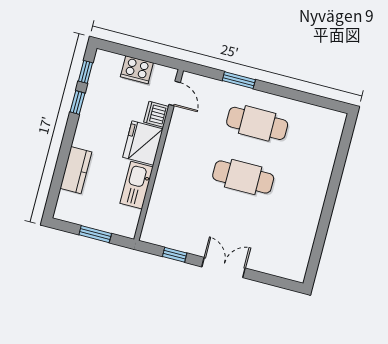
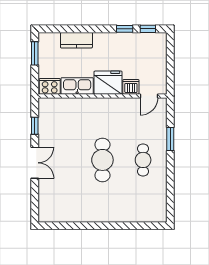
cooker: (137, 70) -> (50, 86), moved, turned 90
cafe table: (257, 123) -> (143, 160), width x0.73, depth x0.74
window: (95, 234) -> (35, 53), moved

